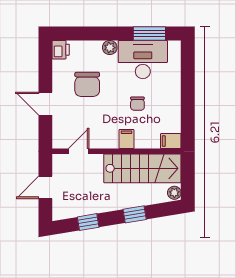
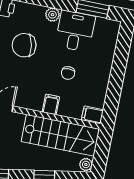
desk: (143, 60) -> (75, 31), width x0.73
chair: (87, 84) -> (24, 45), turned 80

